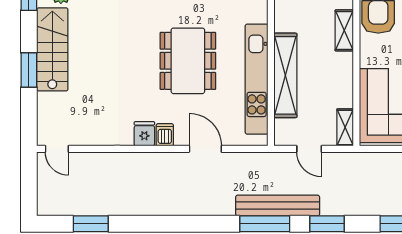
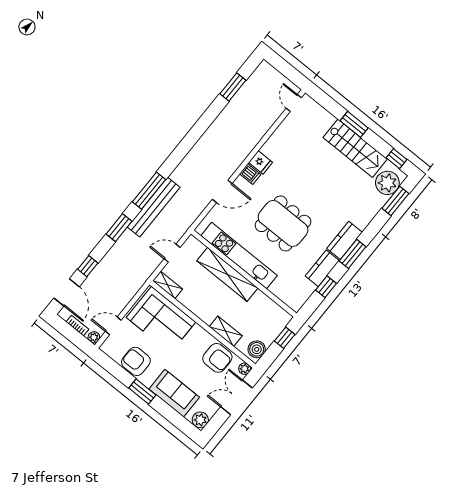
door: (57, 149) -> (294, 103), hinge flipped

